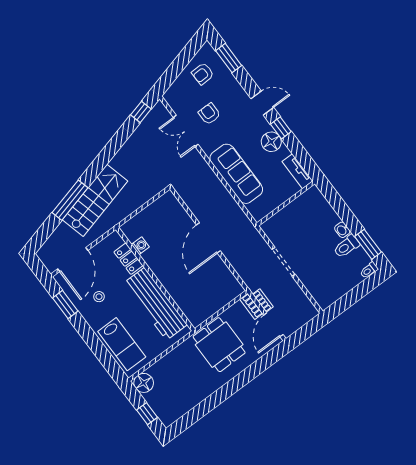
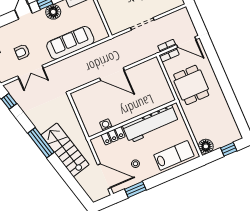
window: (70, 200) -> (41, 143), moved
dining table: (219, 345) -> (191, 85), turned 90

